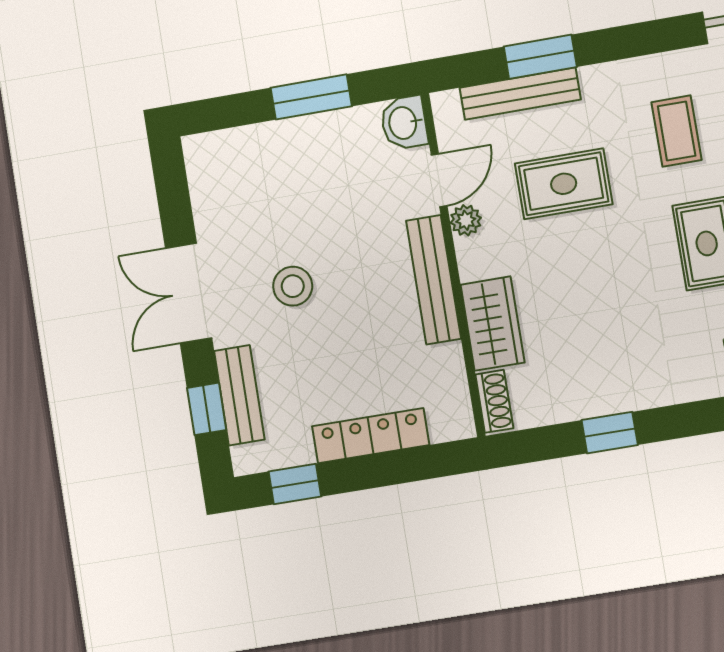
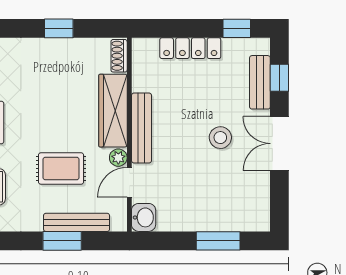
window: (311, 97) -> (218, 241), moved
double door: (189, 293) -> (279, 144), swing flipped
wardrobe: (493, 324) -> (113, 111), width x1.50

